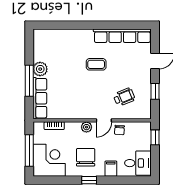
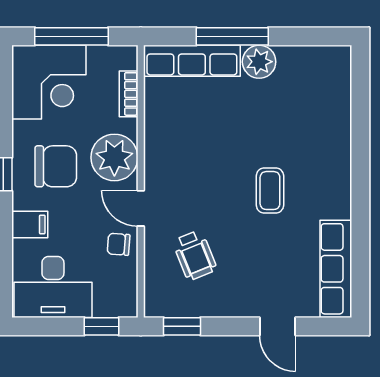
row of seats: (122, 36) -> (336, 269), width x0.73
window: (155, 91) -> (182, 326), moved
plant: (86, 127) -> (114, 157), width x1.87, depth x1.87
desk: (138, 163) -> (53, 287), width x1.37

